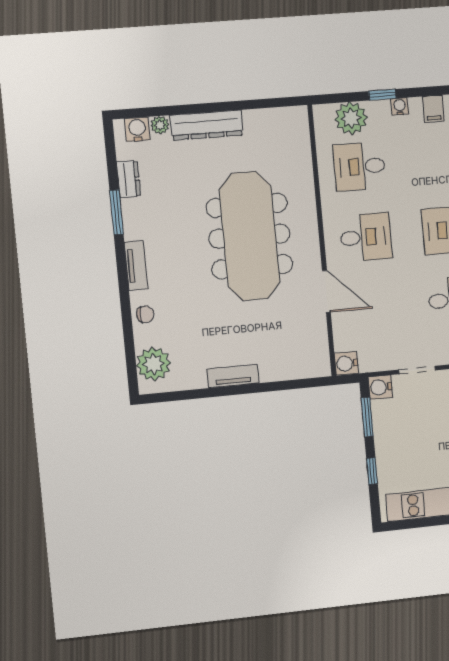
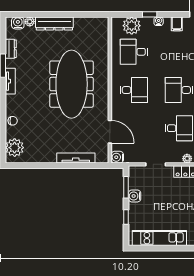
tv unit: (136, 265) -> (10, 81), moved
door: (326, 291) -> (110, 132), moved
tv unit: (233, 376) -> (76, 158), moved, width x1.41
water cooler: (380, 387) -> (135, 196), moved

